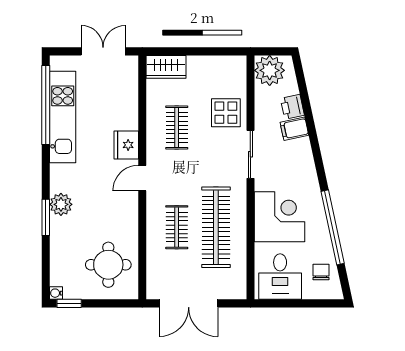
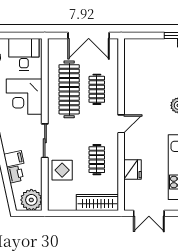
wardrobe: (166, 67) -> (97, 202), width x1.50
fridge: (126, 145) -> (133, 169), moved
round table: (108, 265) -> (145, 63), removed
double door: (189, 303) -> (89, 36), swing flipped

